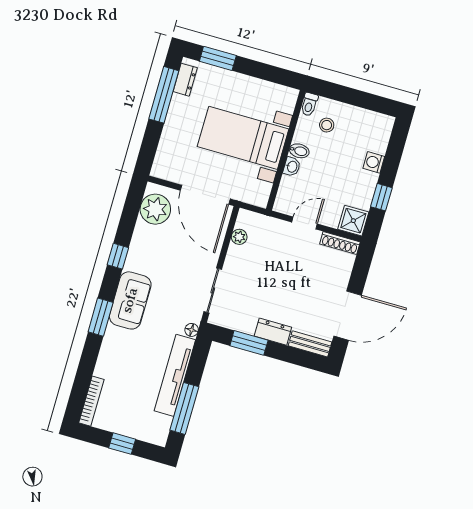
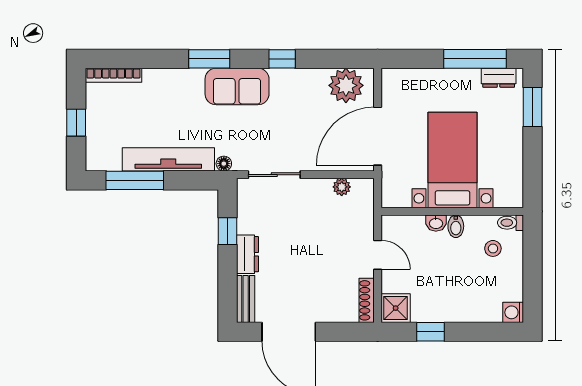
washing machine: (374, 162) -> (513, 312), moved, turned -90
window: (249, 343) -> (227, 231), width x0.67

